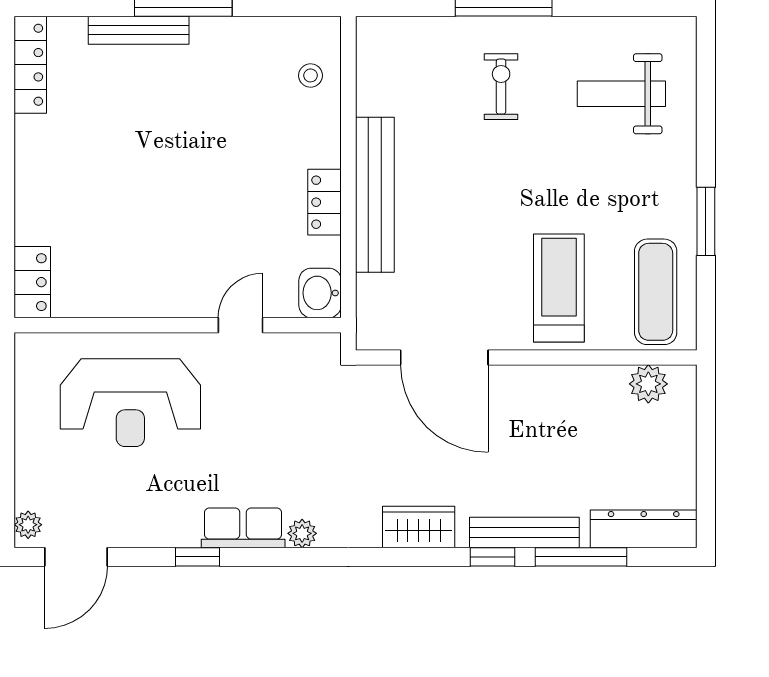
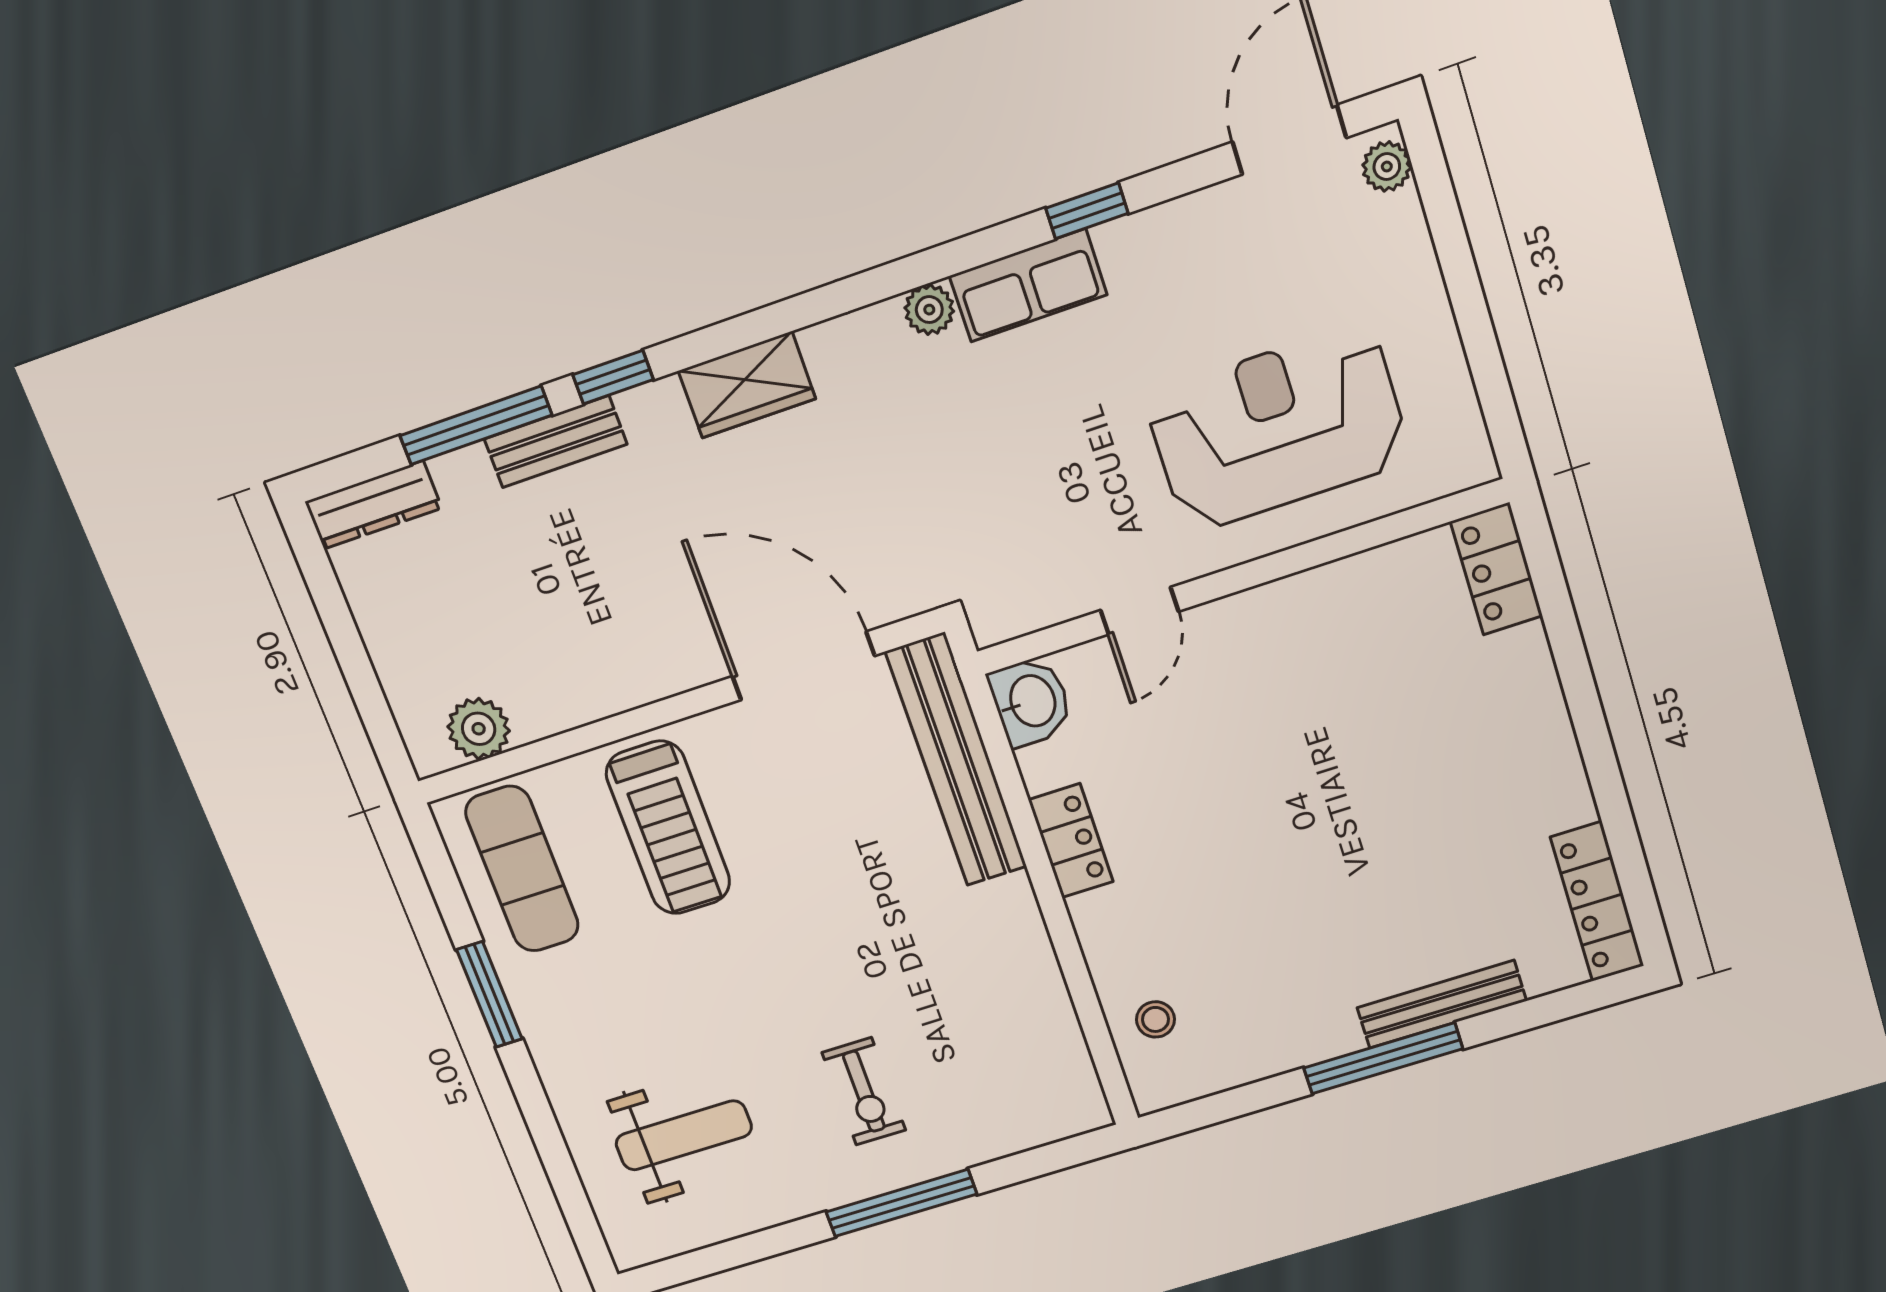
bench: (375, 195) -> (956, 760), moved
dresser: (644, 529) -> (373, 505), width x0.73, depth x0.80
bench: (524, 533) -> (555, 442), width x0.73

